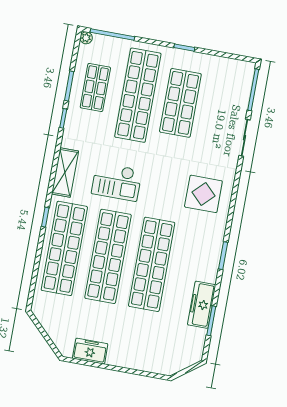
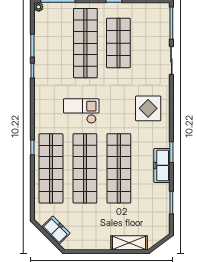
shop shelf: (95, 87) -> (52, 43), removed
shelving: (65, 172) -> (129, 243), moved, turned 90
checkout: (117, 182) -> (81, 111), turned 180
freezer: (202, 305) -> (162, 165), moved
freezer: (90, 351) -> (56, 230), moved, turned 45

